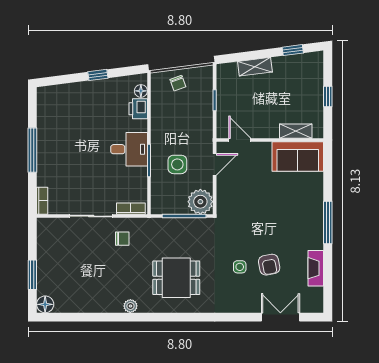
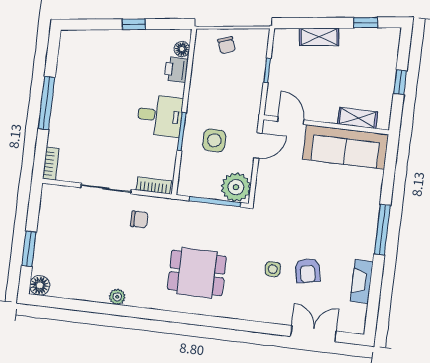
sofa: (298, 157) -> (346, 147), width x1.36
plant: (130, 306) -> (117, 297), moved

